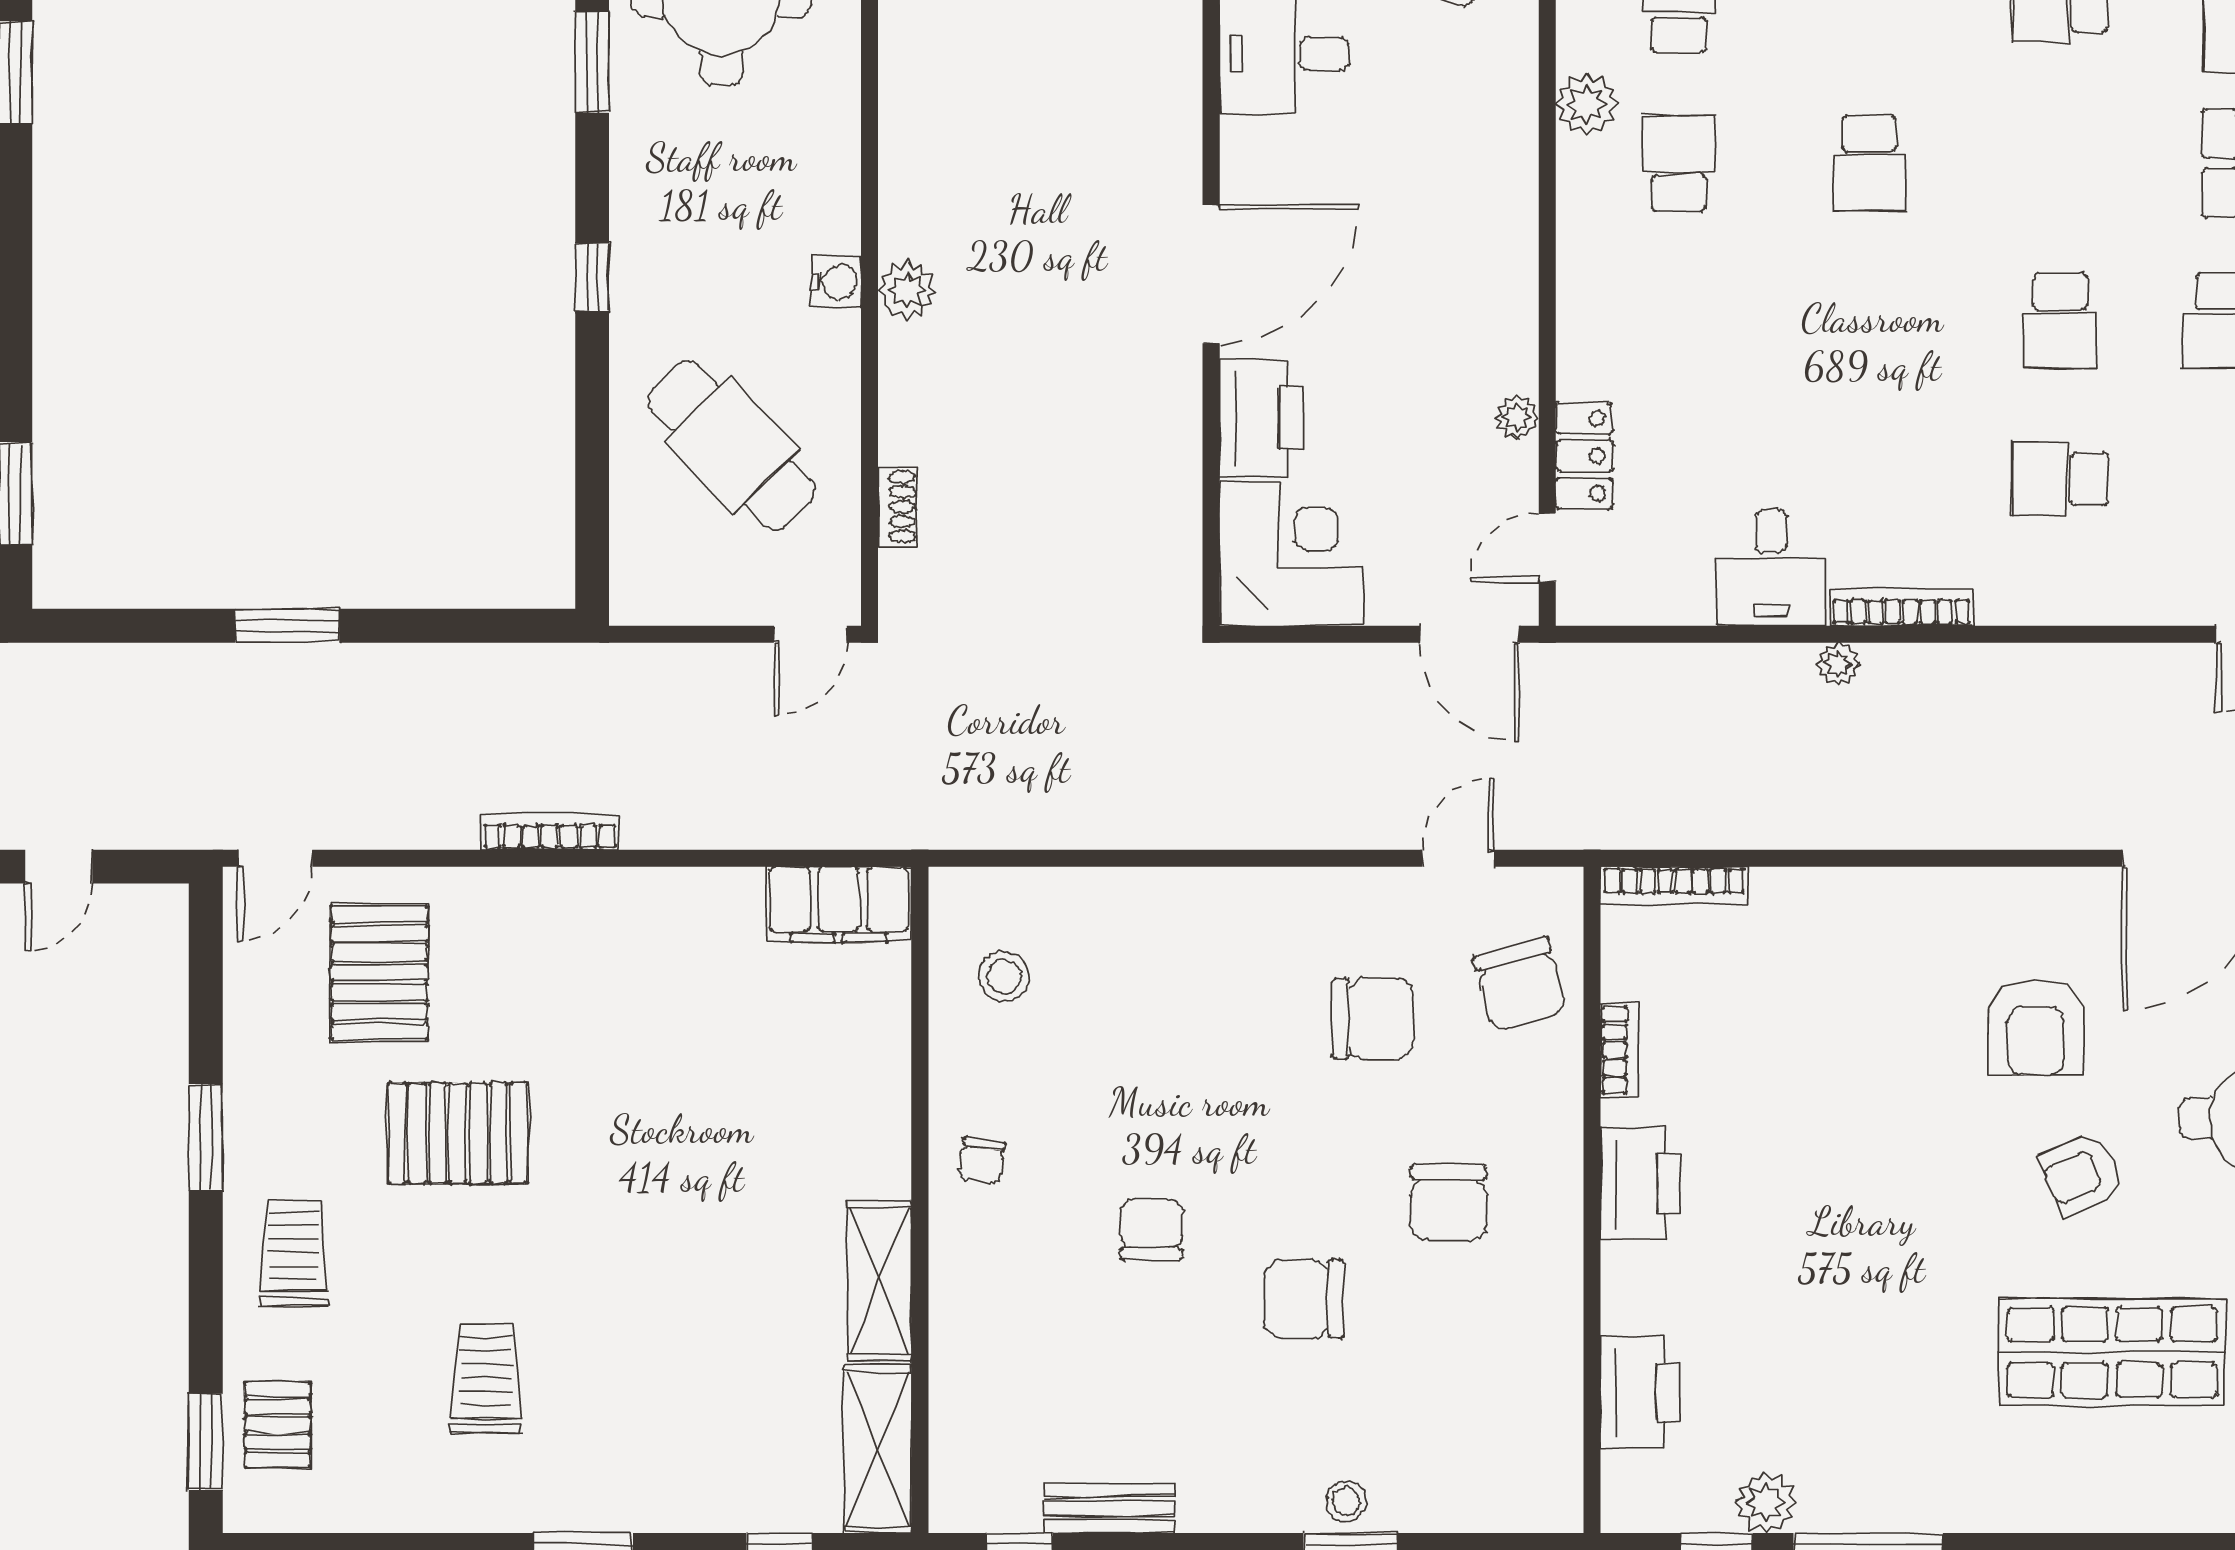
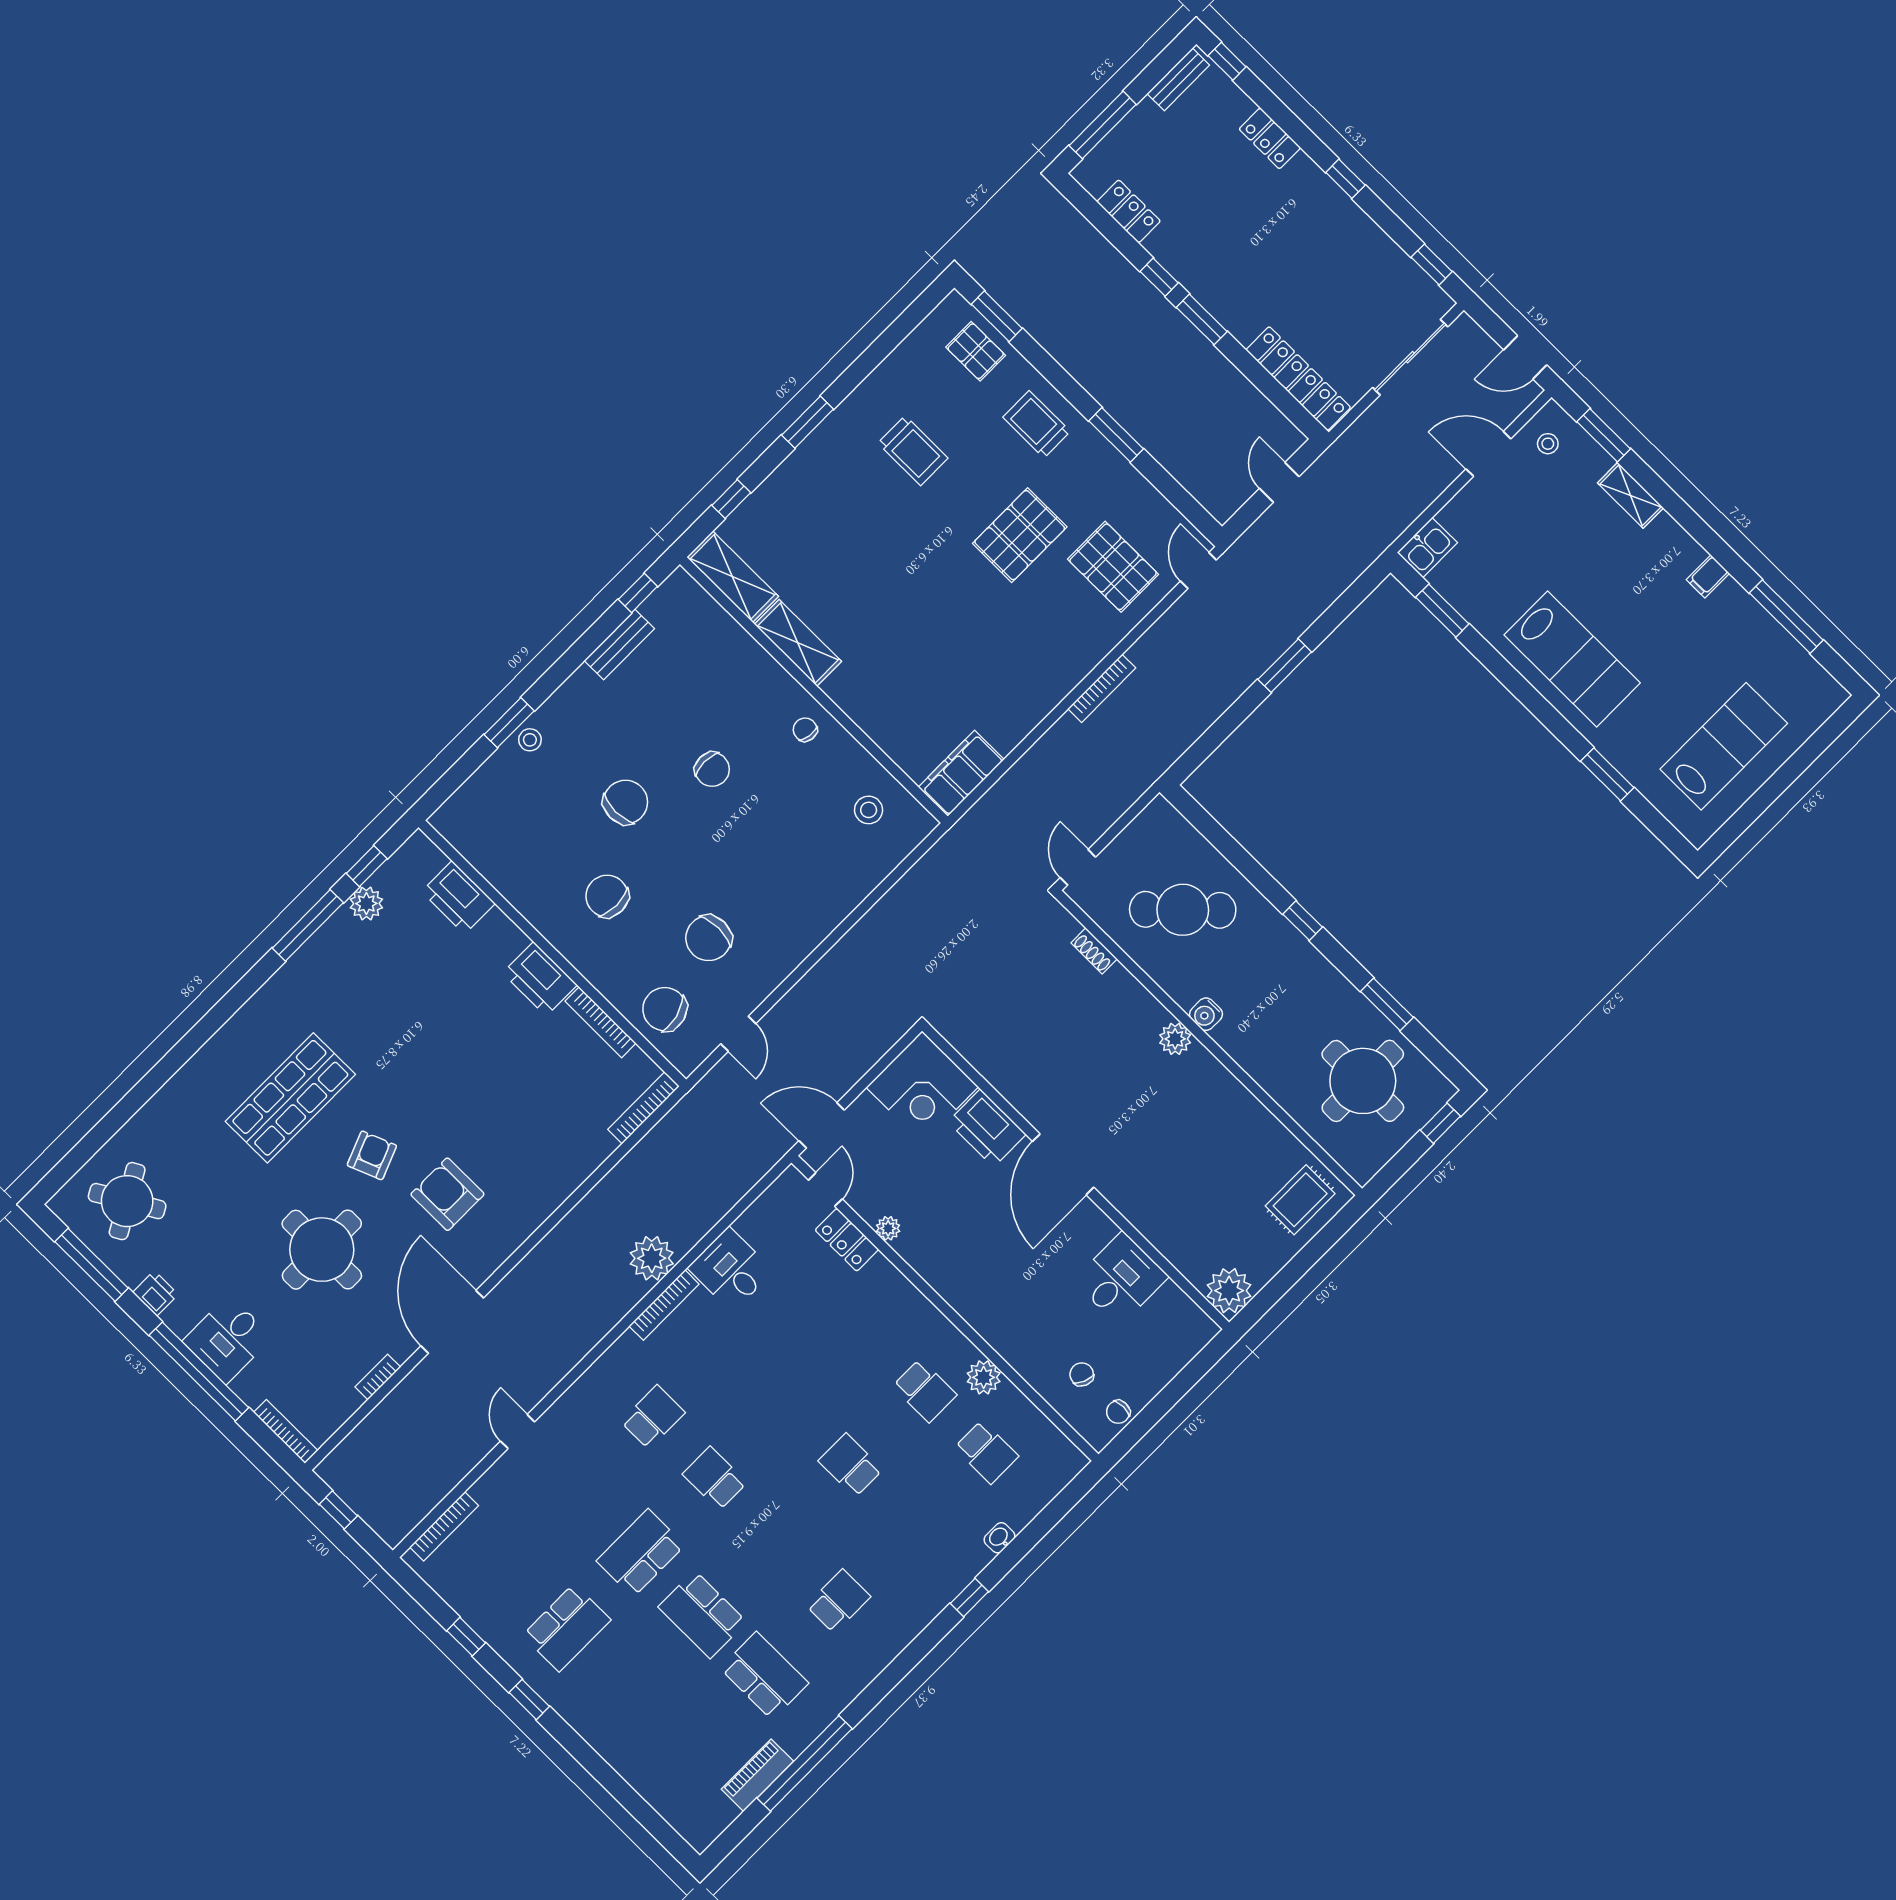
plant: (1838, 664) -> (652, 1258), width x1.87, depth x1.87
bookcase: (1619, 1050) -> (601, 1022), width x1.56
trolley: (294, 1253) -> (1037, 424), turned 180

